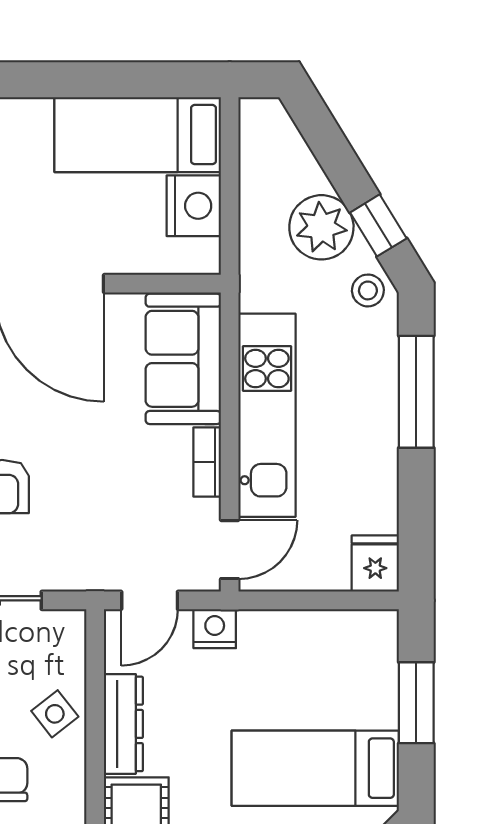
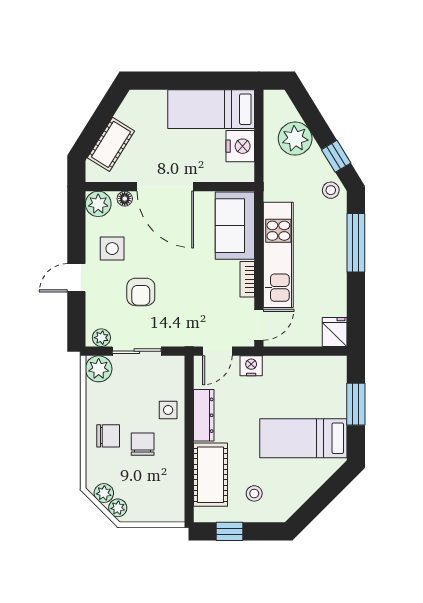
plant: (321, 227) -> (295, 139), moved
side table: (55, 714) -> (168, 410), turned 38

